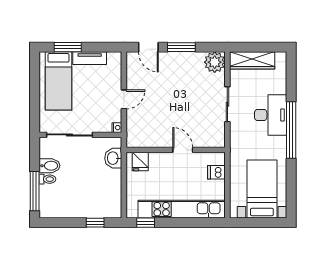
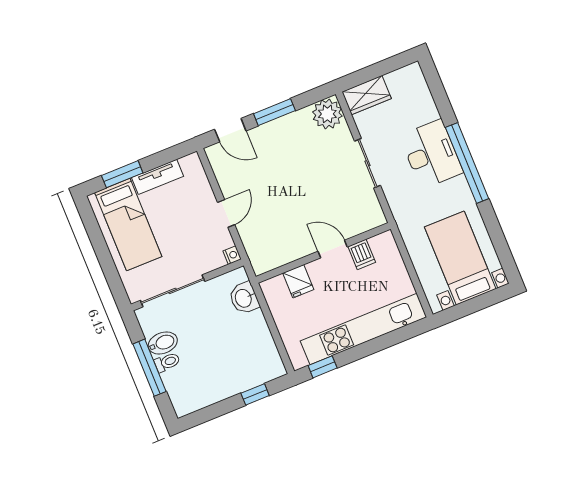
wardrobe: (252, 60) -> (367, 95), width x0.67
fridge: (140, 162) -> (298, 281), moved
dishwasher: (216, 172) -> (362, 254), moved, turned -90
window: (35, 191) -> (150, 368), moved

